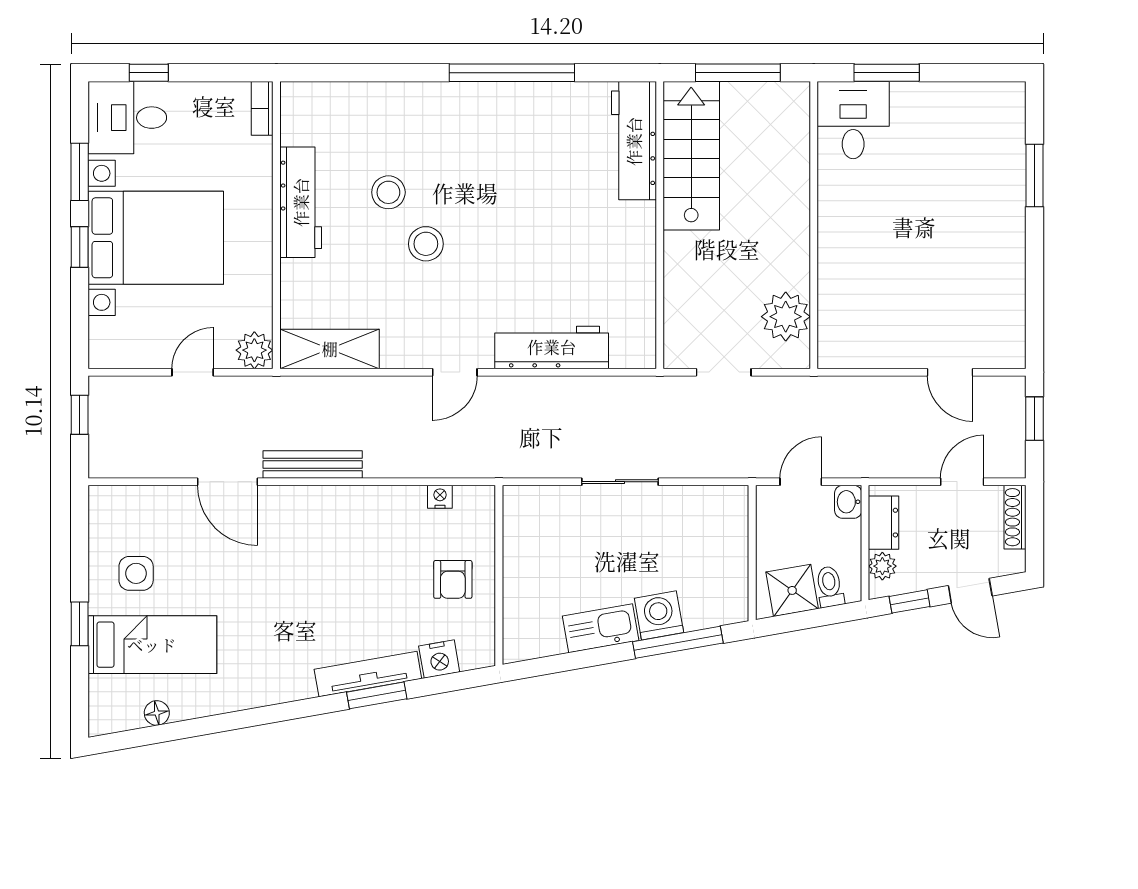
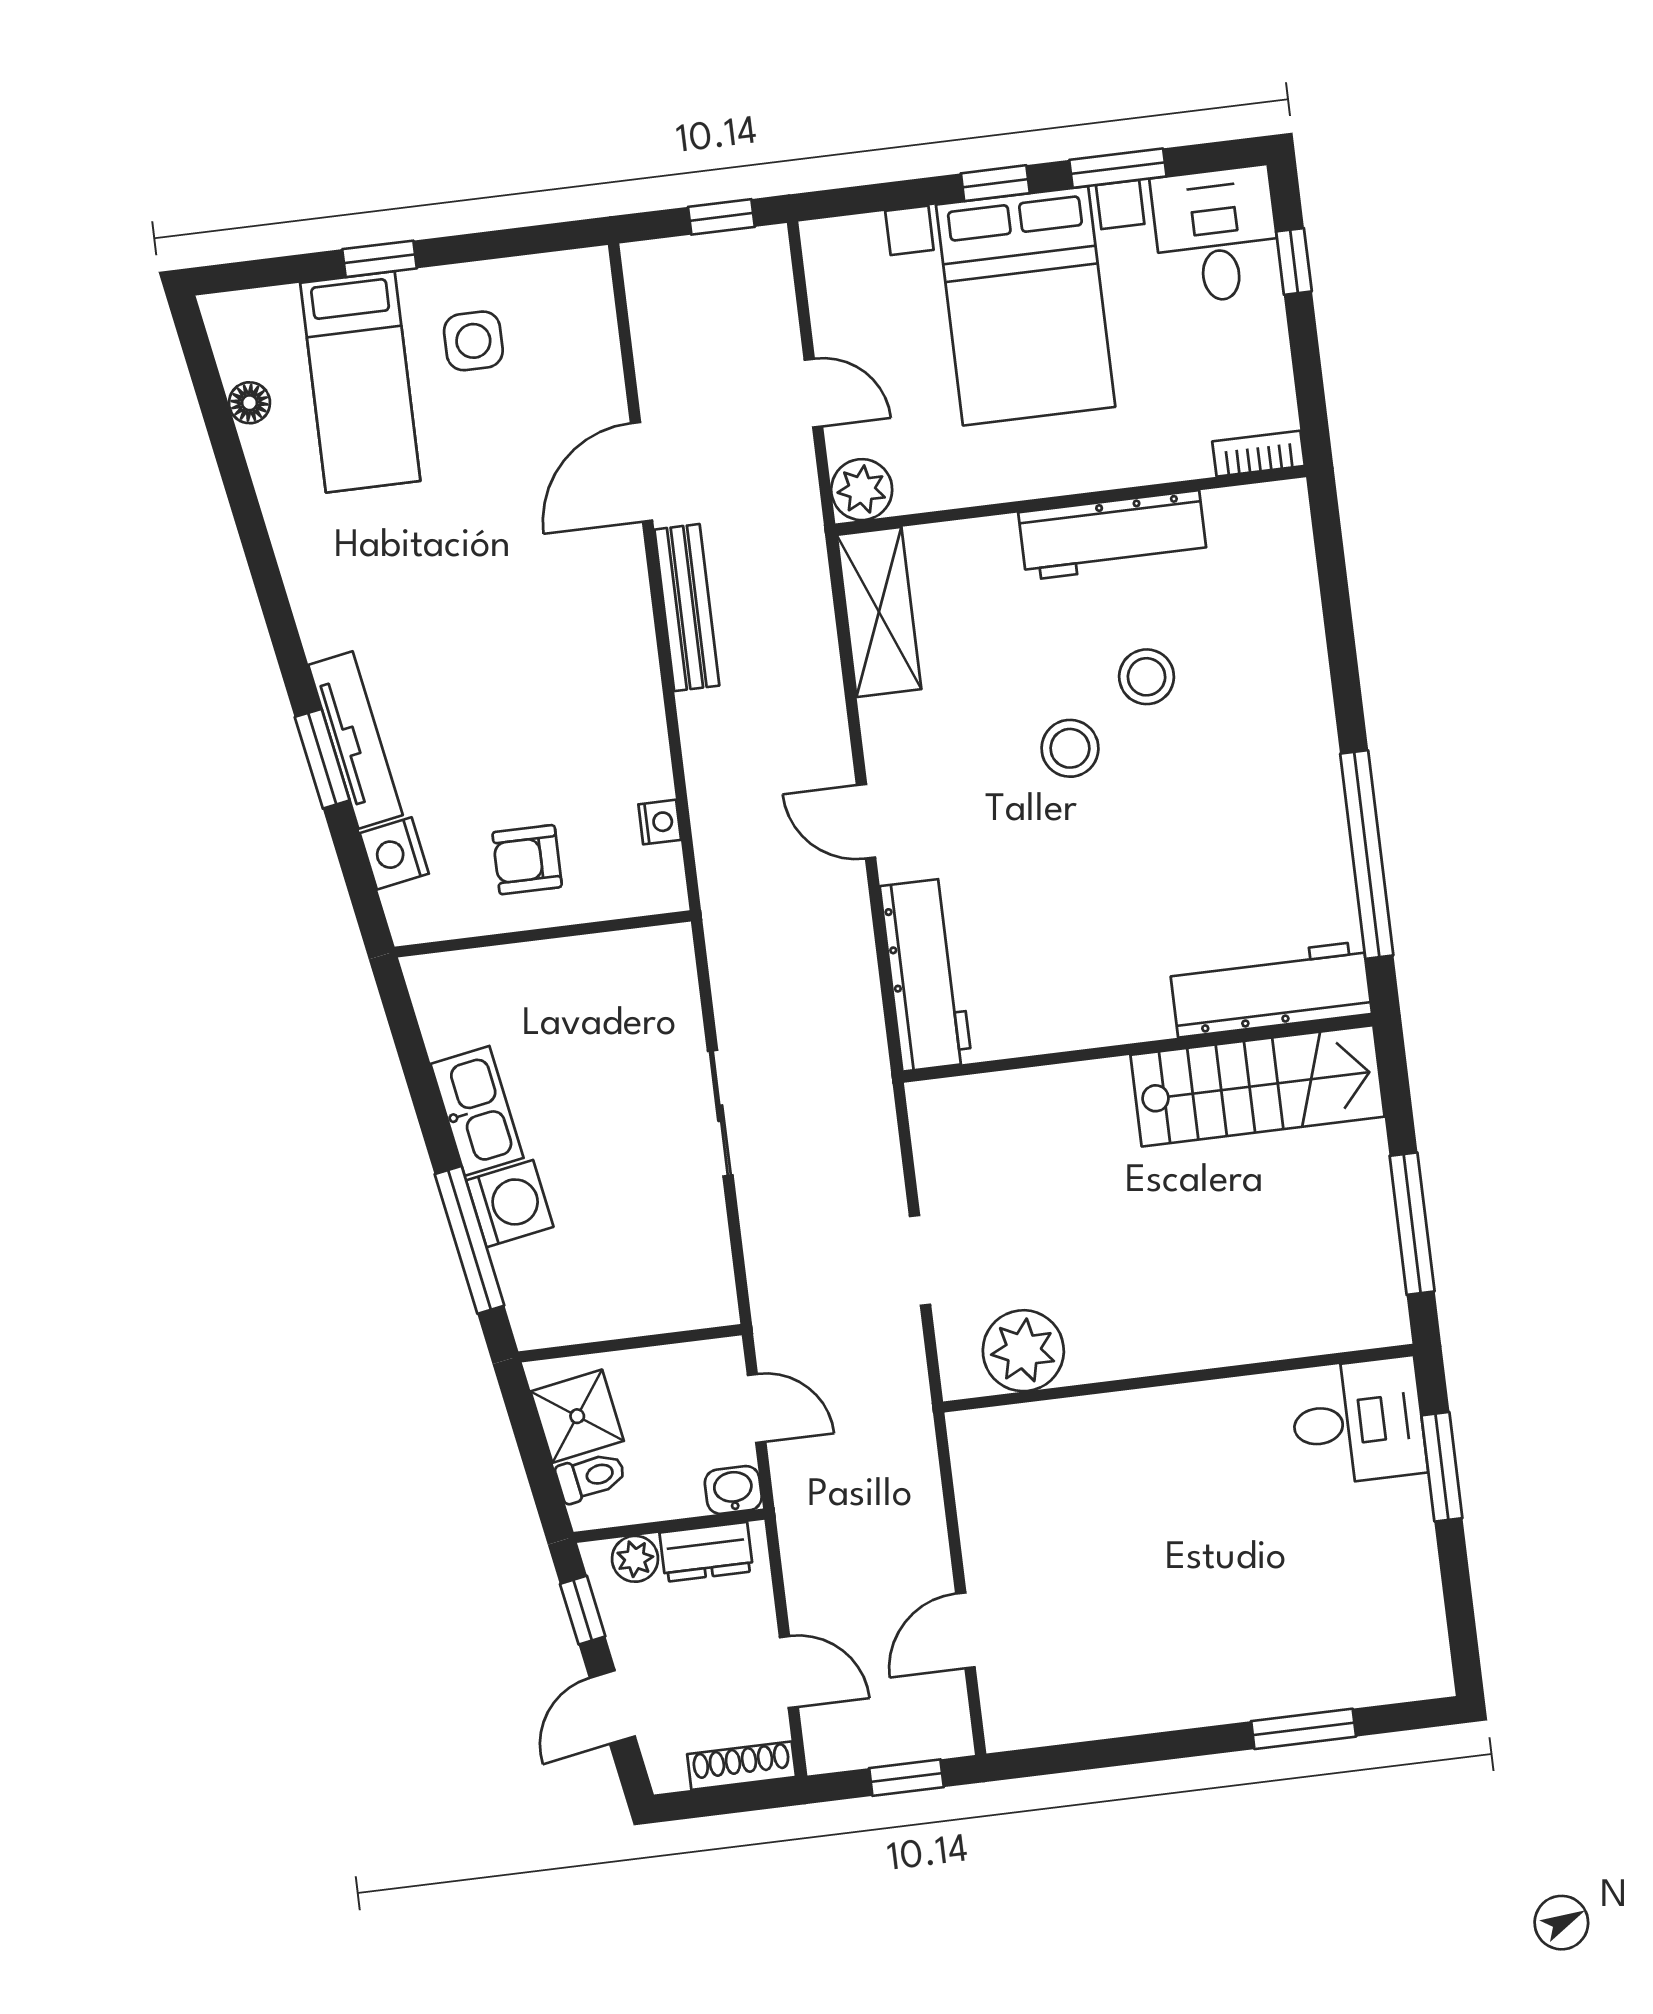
workbench: (634, 141) -> (1271, 989), moved
stairs: (691, 156) -> (1258, 1086), moved
wall: (660, 225) -> (1138, 1048), moved

